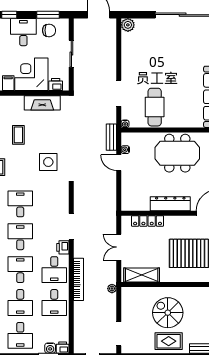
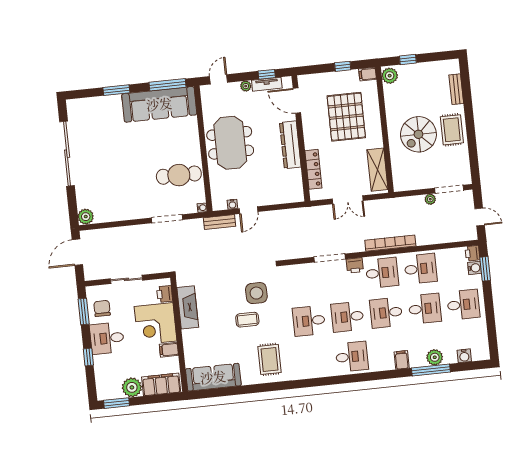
coffee table: (18, 135) -> (247, 320), moved
plant: (112, 289) -> (430, 199), moved

